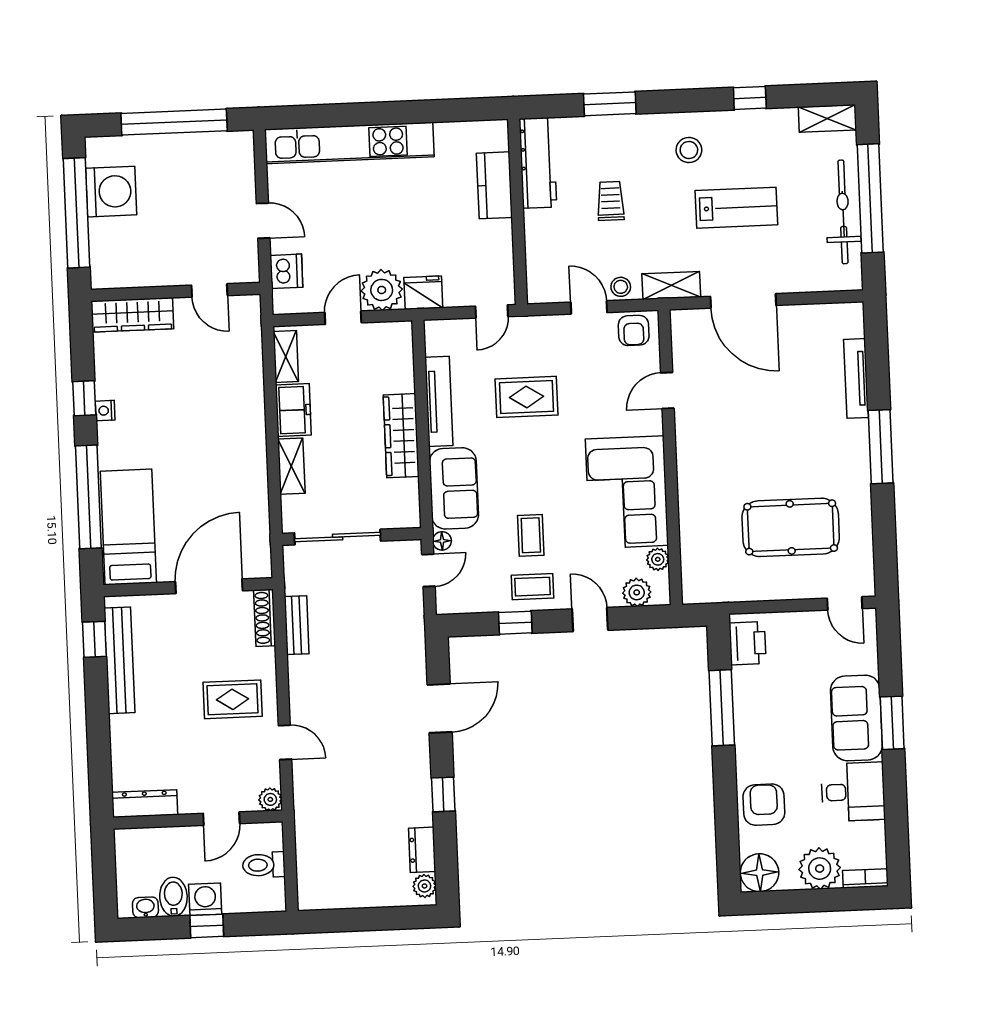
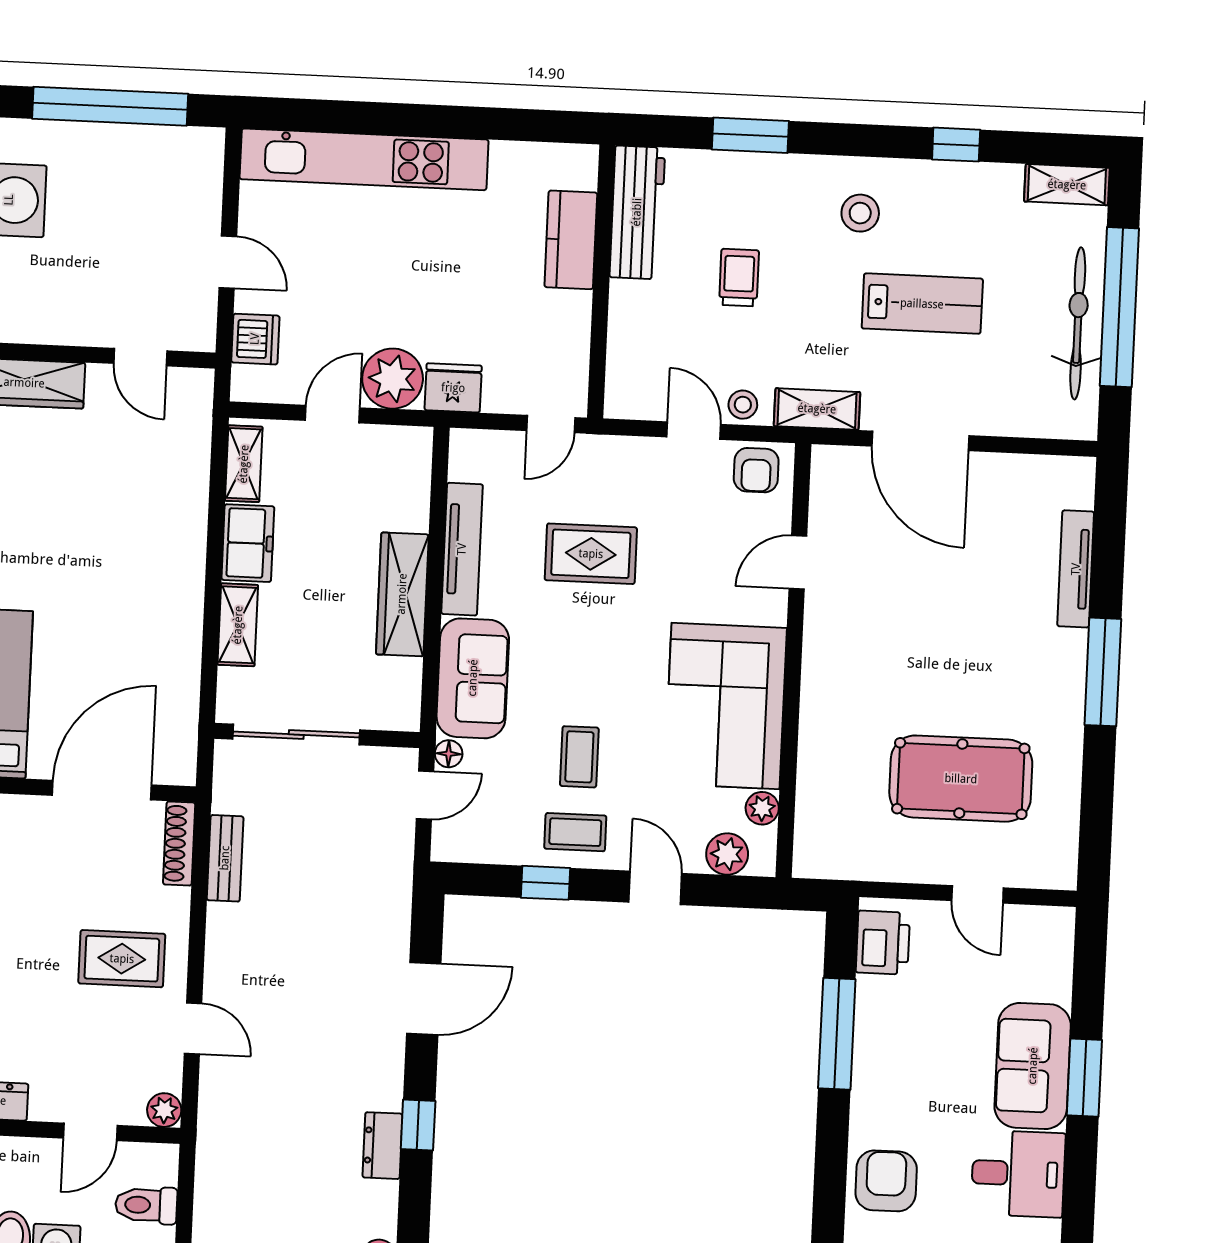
door: (845, 603) -> (977, 894), moved
dresser: (422, 850) -> (383, 1146), moved

